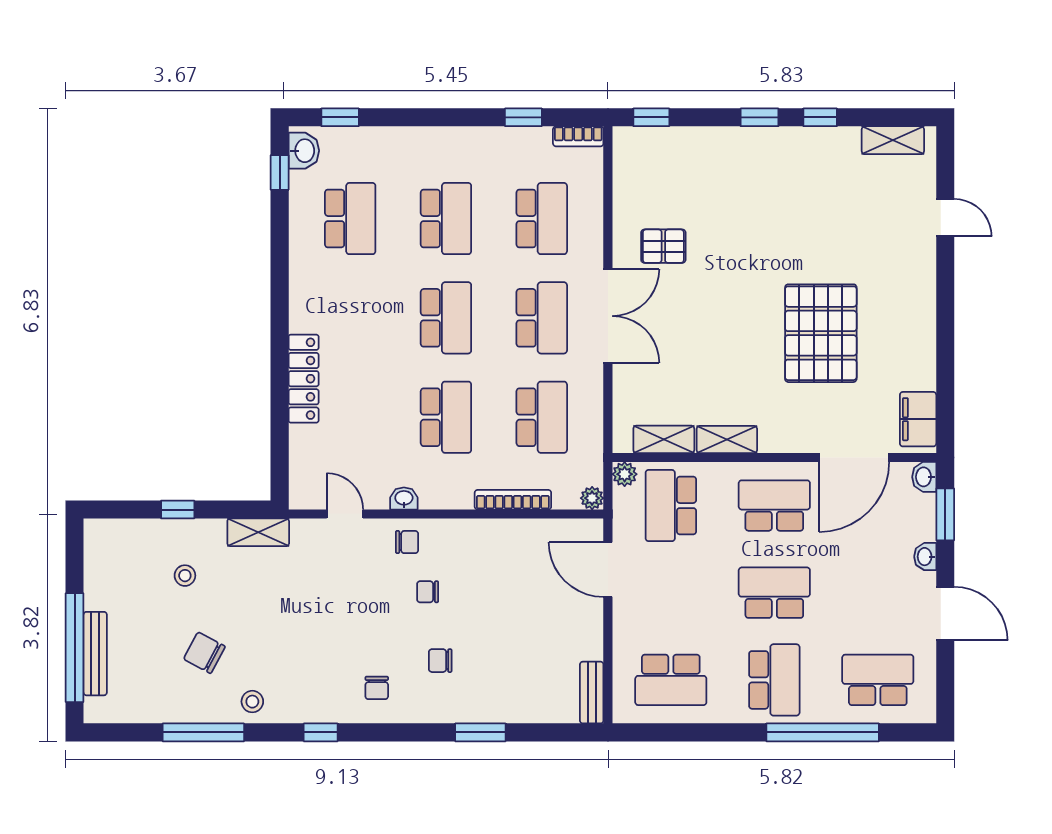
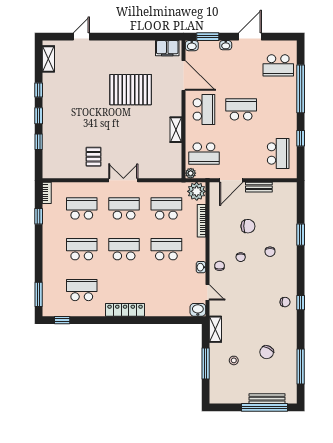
window: (340, 117) -> (39, 294), width x1.50
window: (651, 117) -> (39, 142), moved
washbasin: (304, 151) -> (198, 310), moved
double door: (608, 316) -> (123, 180), width x0.73
locker: (304, 379) -> (125, 310), moved
shelving: (664, 439) -> (176, 156), removed
plant: (592, 498) -> (197, 191), width x1.88, depth x1.88
school desk: (774, 506) -> (204, 109), turned 180
window: (178, 510) -> (206, 363), width x2.17
door: (345, 514) -> (208, 292), swing flipped
school desk: (774, 593) -> (241, 109), turned 90
chair: (500, 609) -> (248, 226), added
school desk: (774, 680) -> (278, 109), removed
school desk: (878, 680) -> (278, 65), turned -90
chair: (377, 688) -> (285, 302), moved
bench: (592, 693) -> (259, 187), moved
stool: (252, 702) -> (287, 332), removed
window: (203, 732) -> (301, 367), moved
window: (707, 732) -> (301, 138), added

